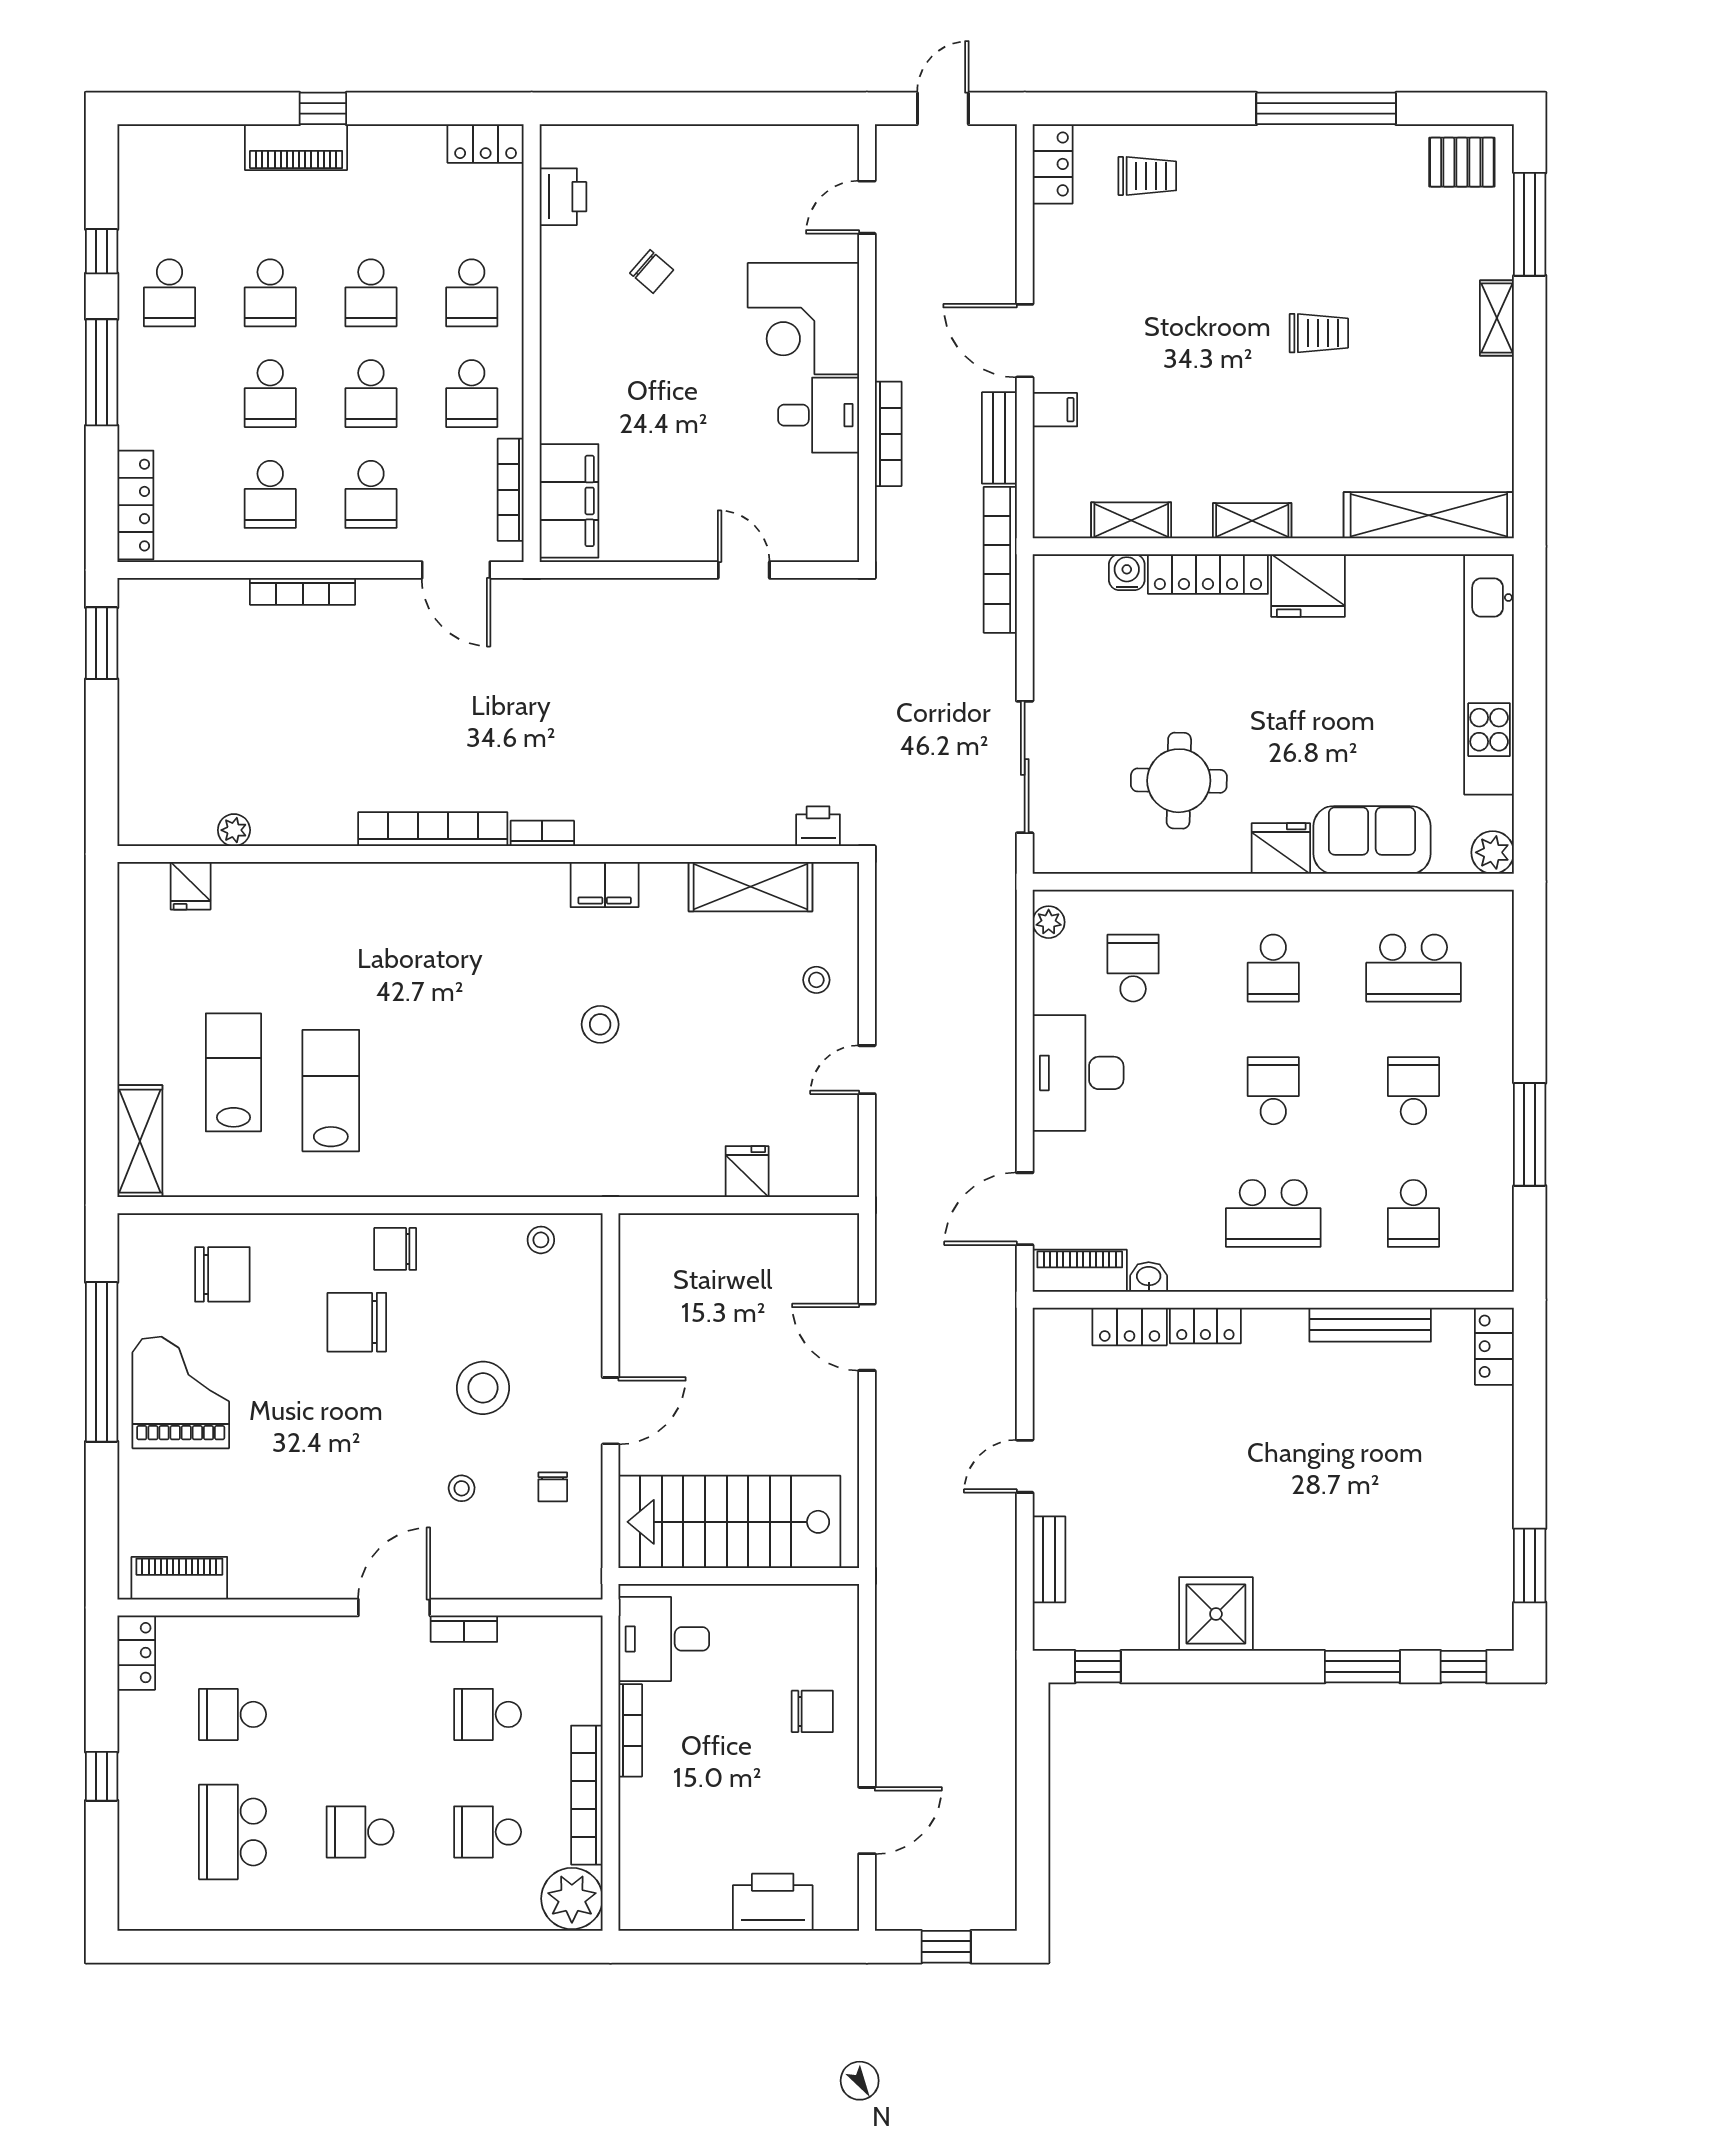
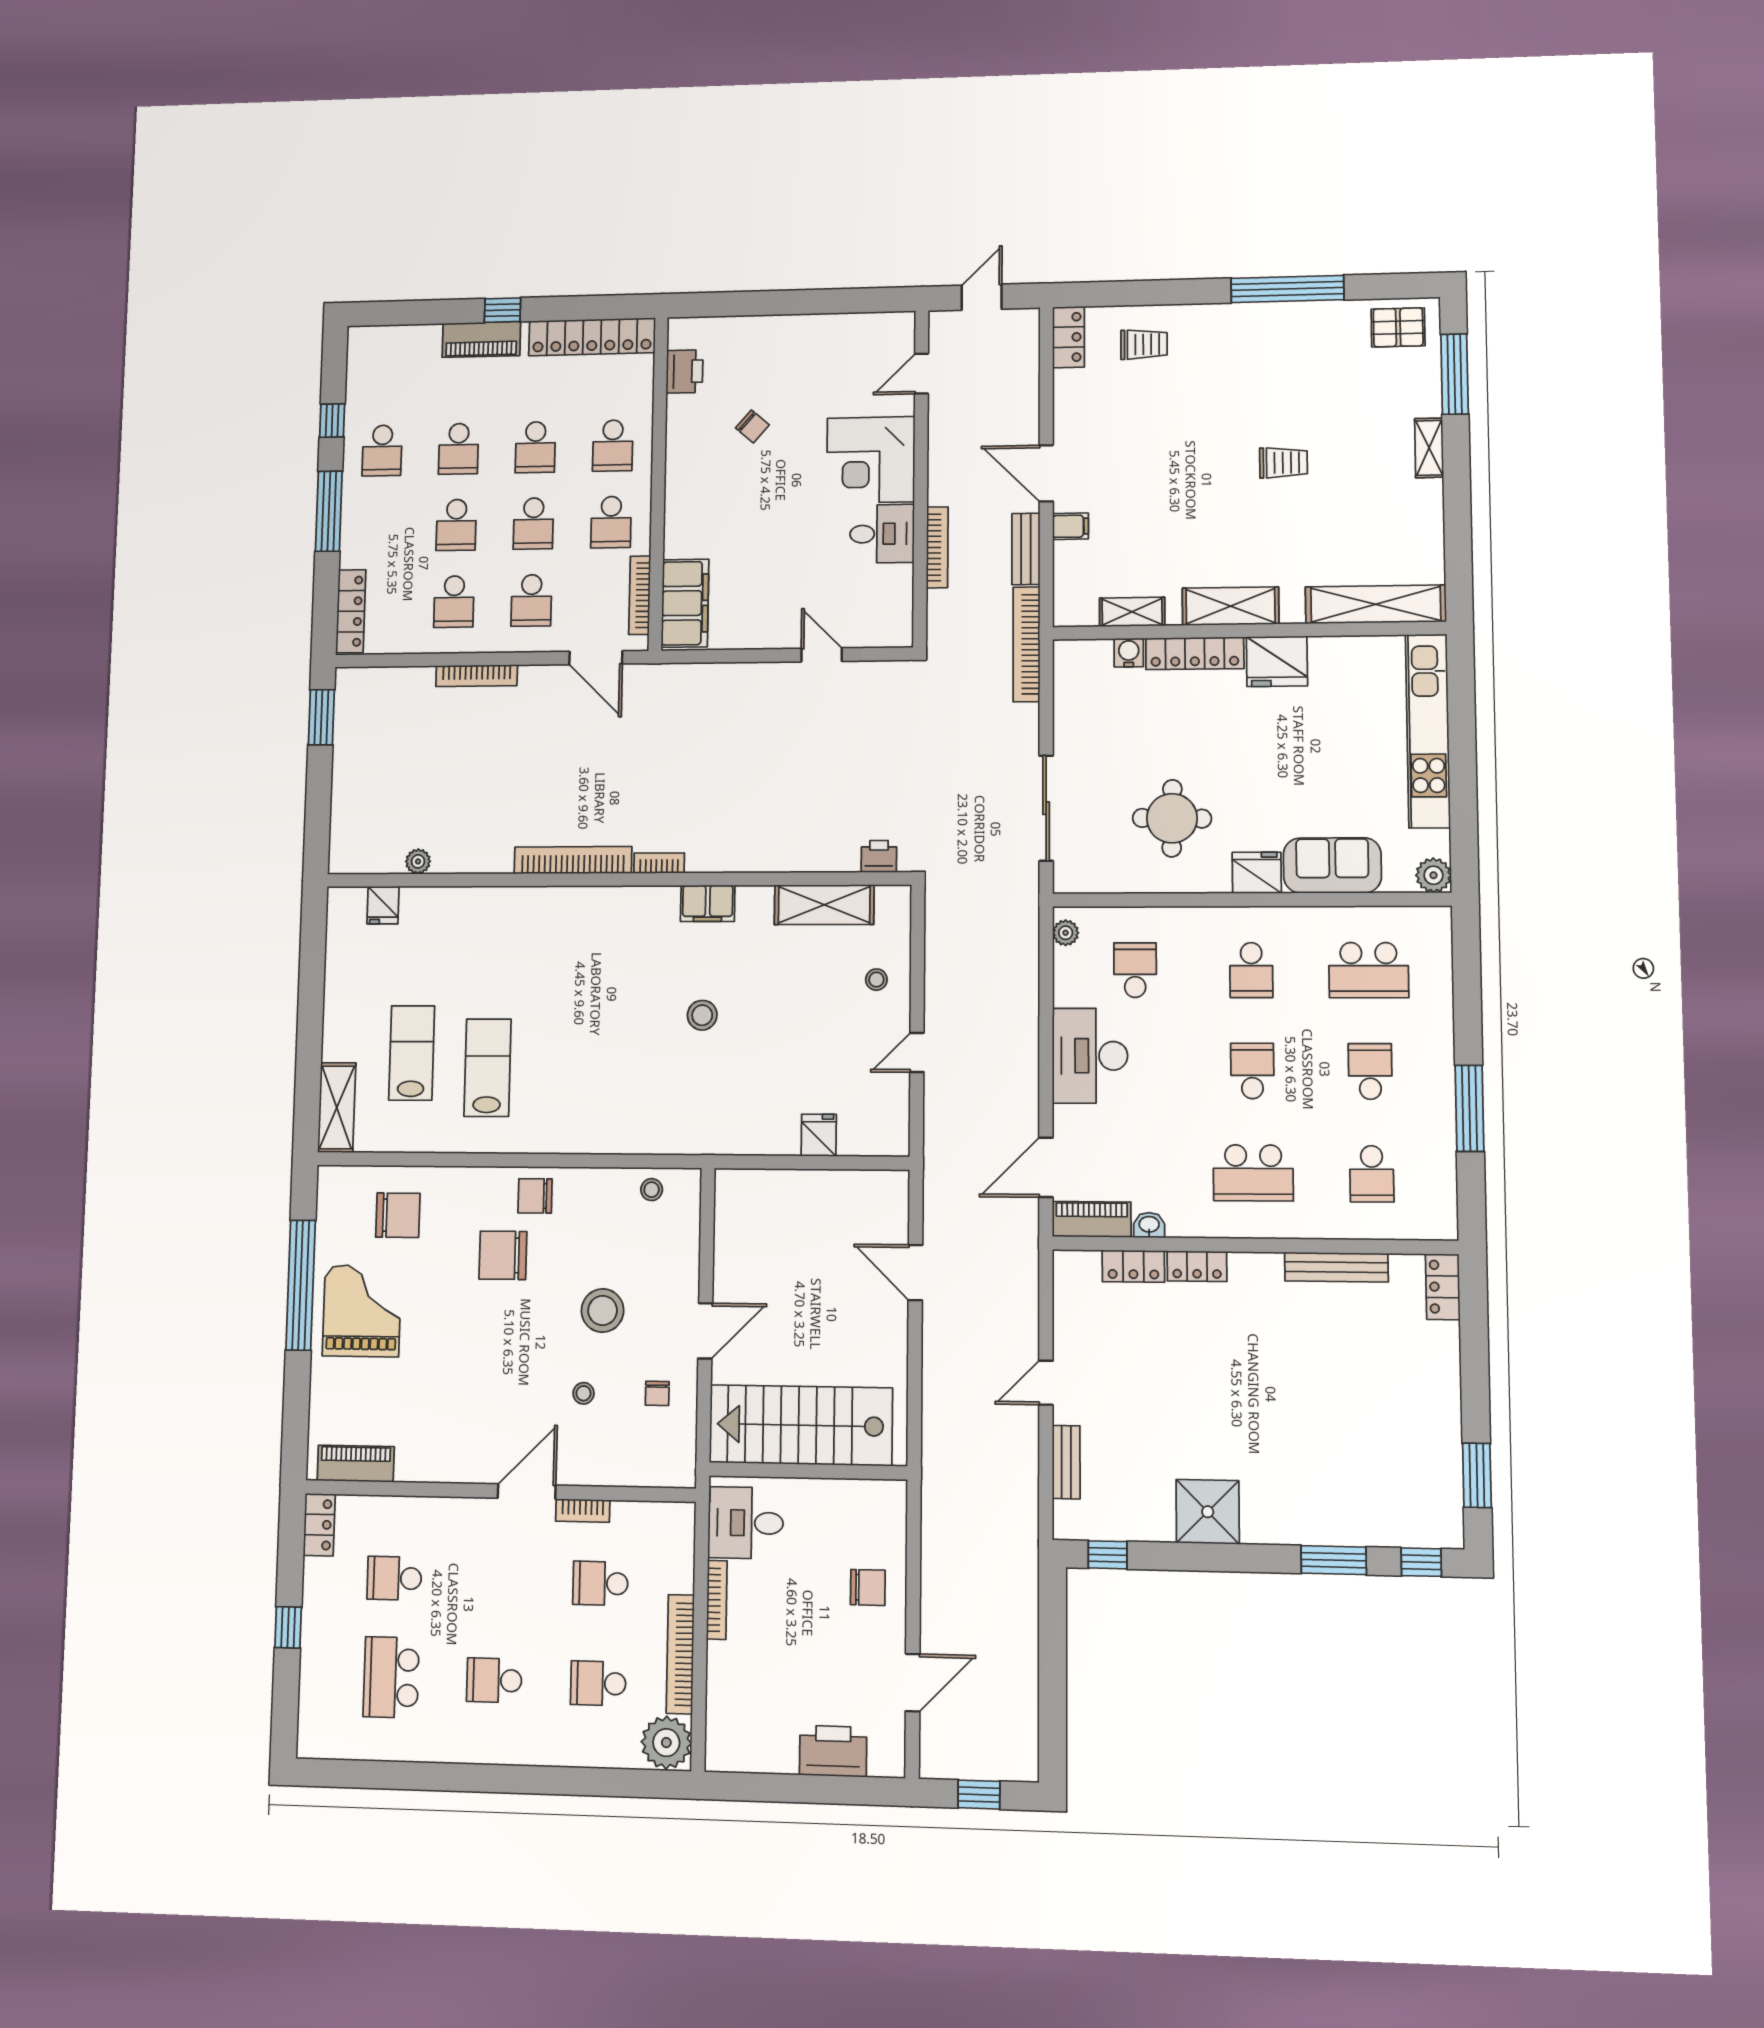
locker: (486, 144) -> (592, 337), width x2.16, depth x1.21
shelving: (1252, 521) -> (1231, 606), width x1.50, depth x1.33

